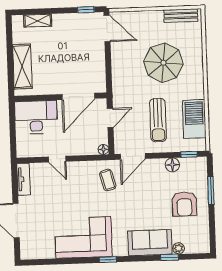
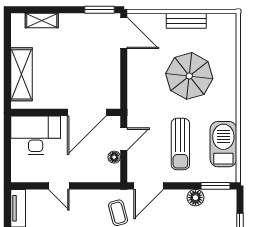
window: (86, 10) -> (99, 10), width x1.50
bench: (181, 16) -> (186, 21), moved
floor lamp: (103, 149) -> (114, 157), moved
window: (189, 154) -> (216, 186), width x1.50

